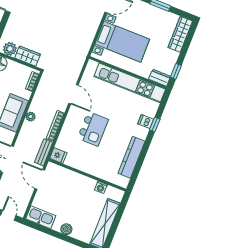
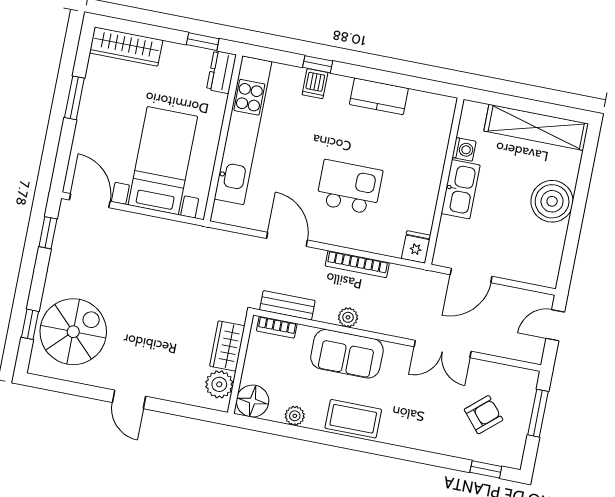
door: (73, 94) -> (287, 239), hinge flipped
bench: (44, 152) -> (287, 305), moved
kitchen counter: (131, 157) -> (379, 96), width x0.67
kitchen sink: (41, 217) -> (461, 189), moved, turned 180
boiler: (66, 229) -> (552, 201), width x1.86, depth x1.86

